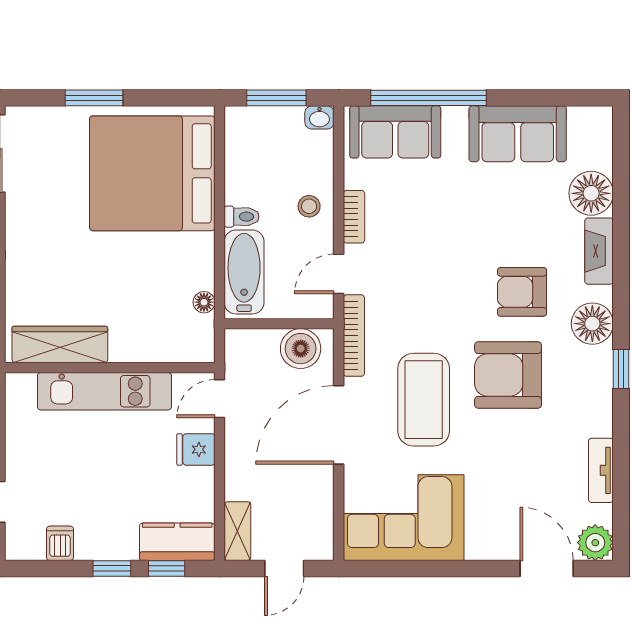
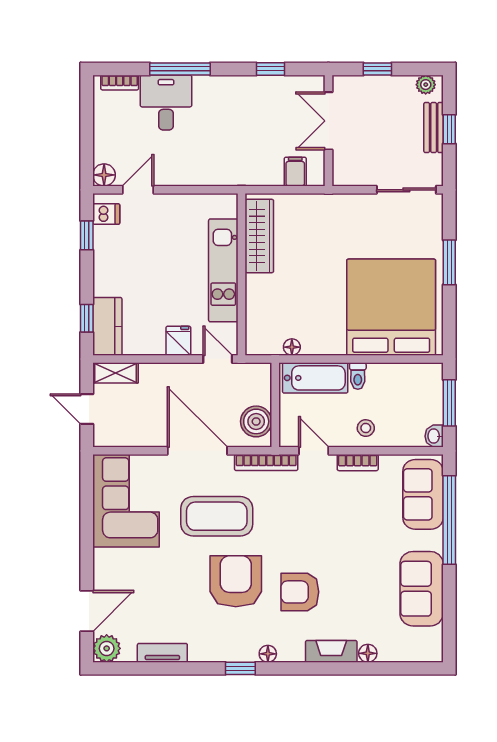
floor lamp: (591, 193) -> (368, 653), width x0.53, depth x0.53
armchair: (522, 292) -> (300, 592), turned -90
floor lamp: (592, 324) -> (268, 654), width x0.53, depth x0.53
dishwasher: (60, 543) -> (106, 214), moved
window: (112, 568) -> (87, 235), moved

